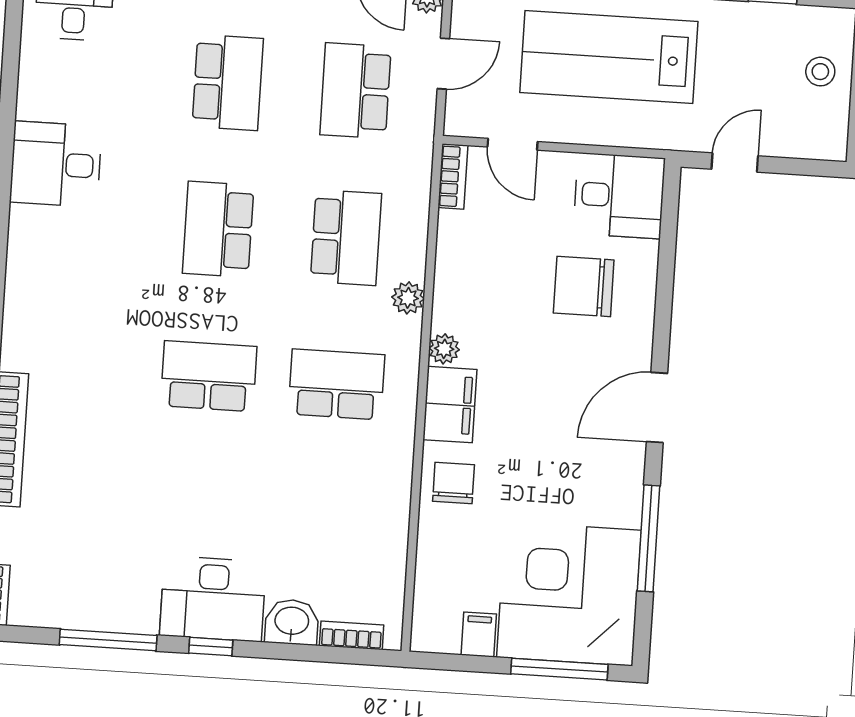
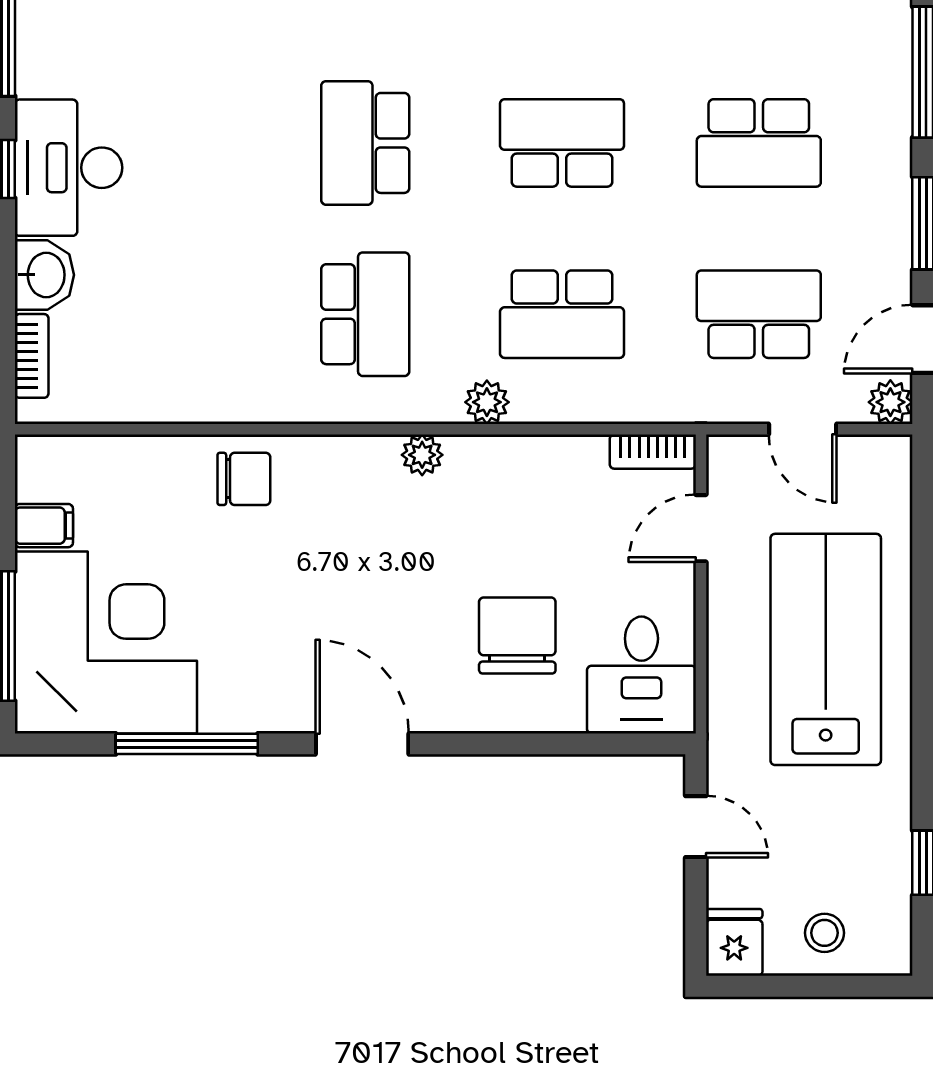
fridge: (823, 139) -> (734, 942), added
school desk: (209, 376) -> (365, 143), turned 180
filing cabinet: (450, 405) -> (348, 467), removed

